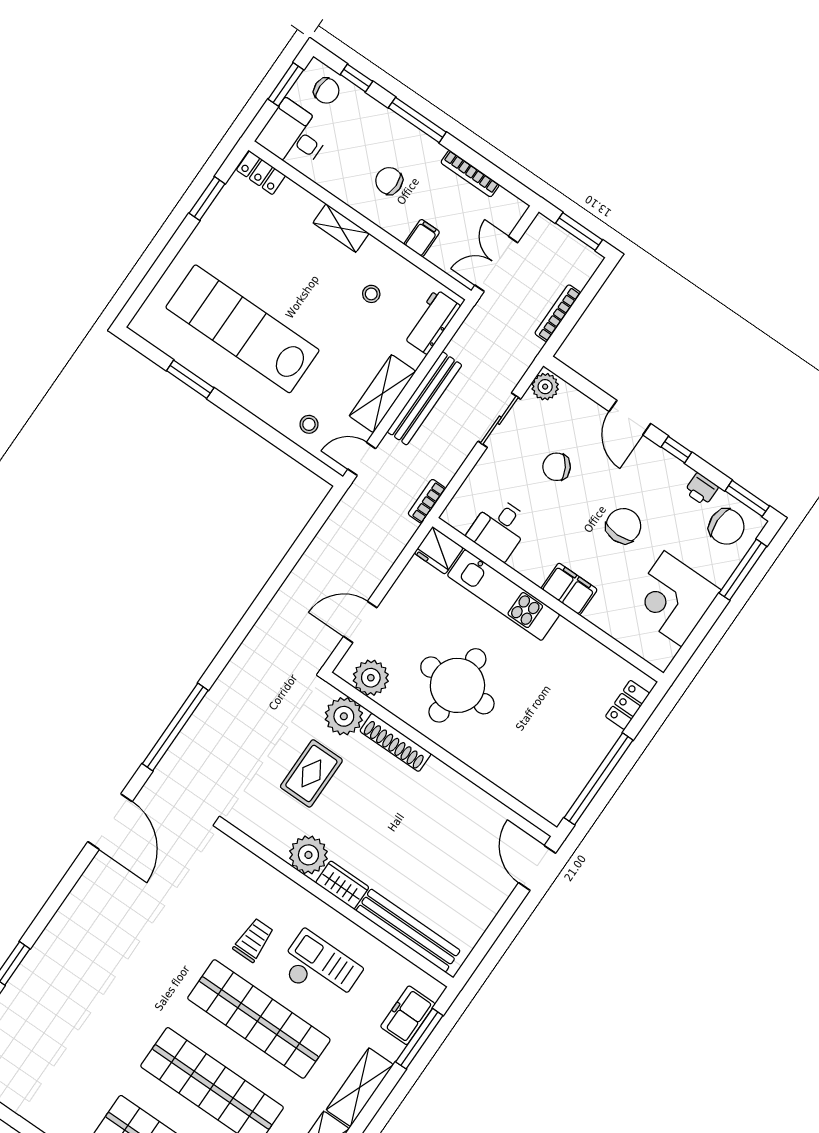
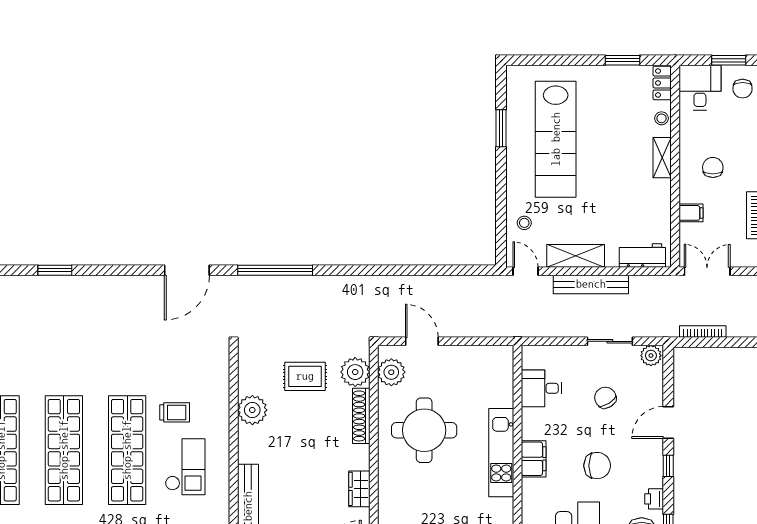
stool: (371, 294) -> (662, 118), moved
lab bench: (242, 329) -> (556, 139), turned 180
bookcase: (427, 501) -> (527, 331), removed
fridge: (439, 550) -> (501, 360), removed
kitchen unit: (503, 595) -> (501, 453), moved
wardrobe: (342, 885) -> (359, 489), moved, turned 180

